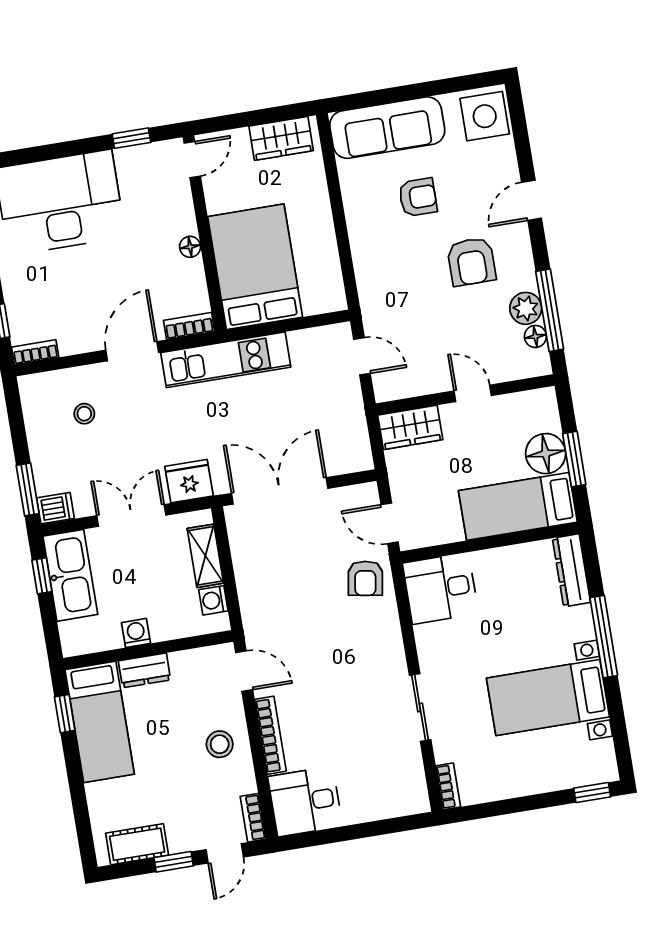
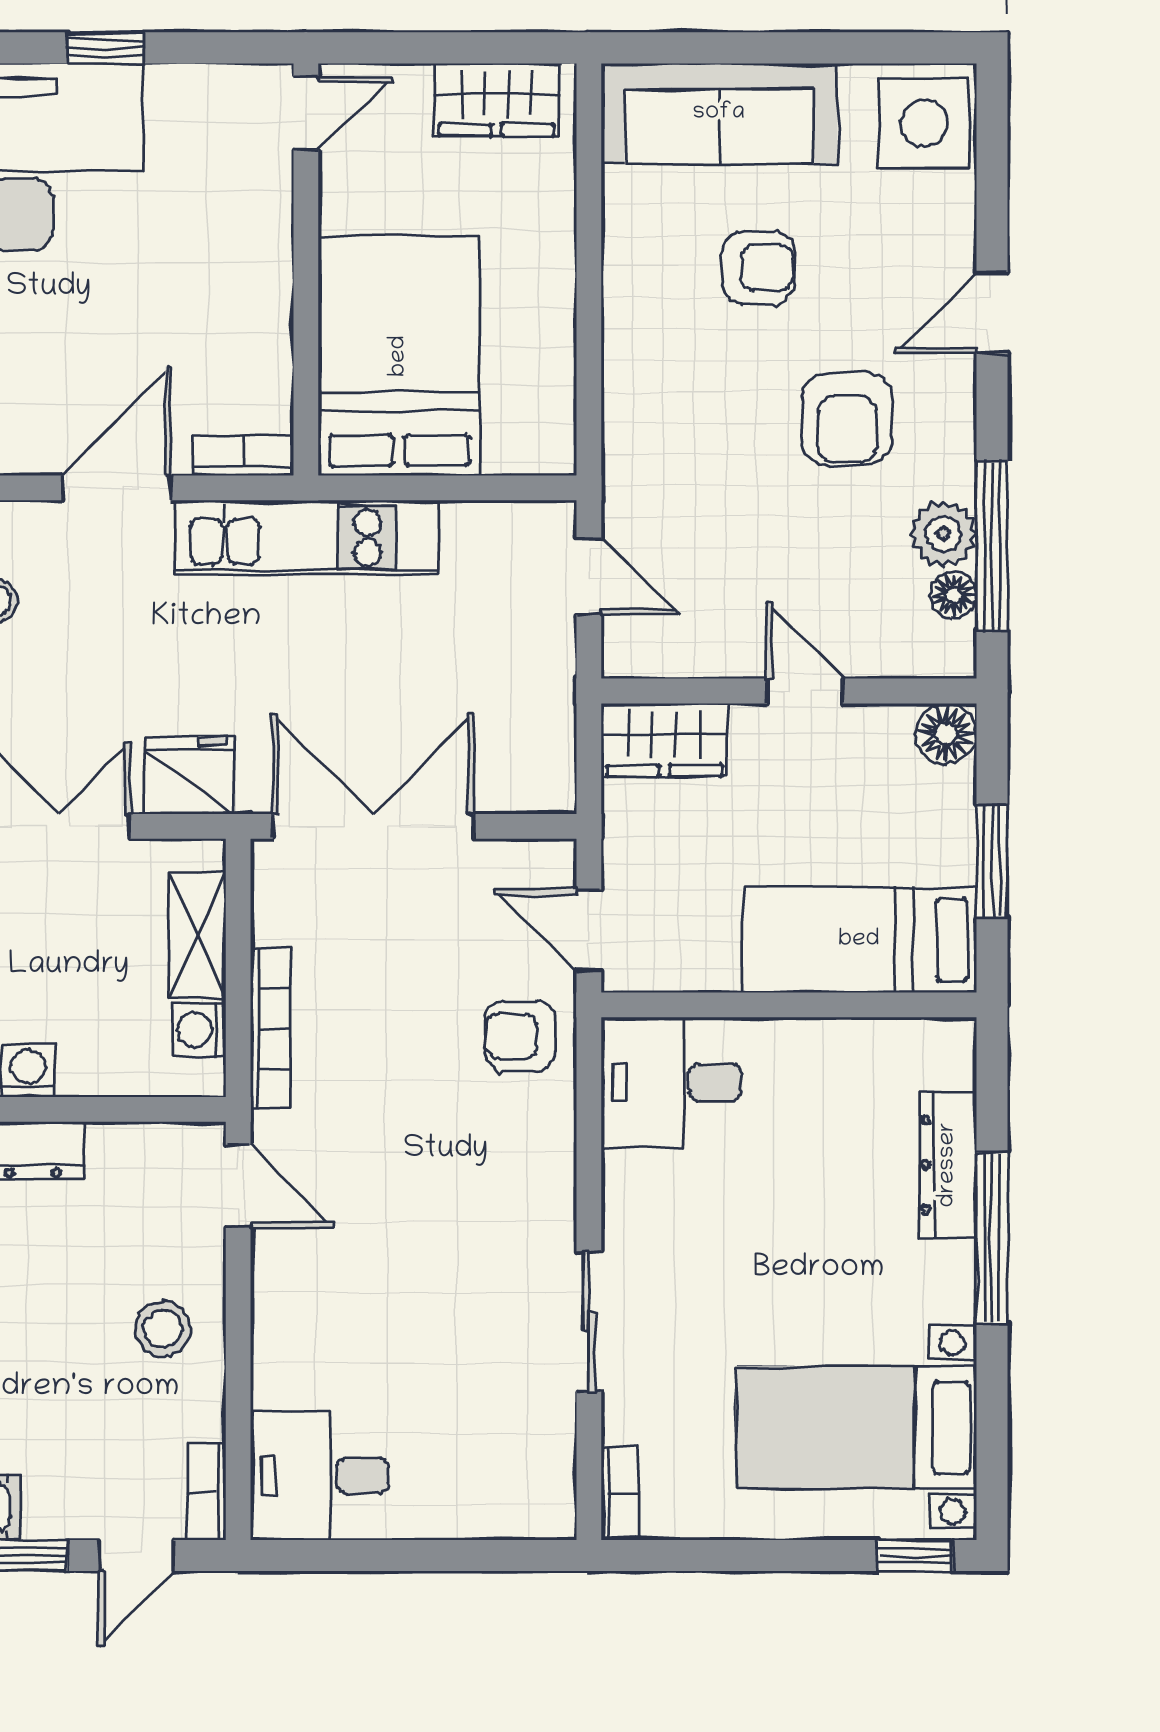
window: (131, 138) -> (106, 48), moved
floor lamp: (190, 247) -> (272, 292), removed
floor lamp: (546, 454) -> (946, 734), moved, width x0.73, depth x0.73
dresser: (571, 570) -> (948, 1165), moved
armchair: (365, 578) -> (520, 1036), turned 81
bed with nightstands: (548, 697) -> (856, 1427), moved
bookcase: (270, 735) -> (271, 1029), moved

